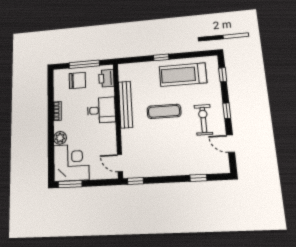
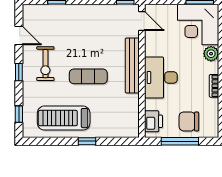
treadmill: (183, 75) -> (64, 118), turned 180
bench: (126, 105) -> (132, 66), moved
desk: (101, 110) -> (161, 77), width x1.37

